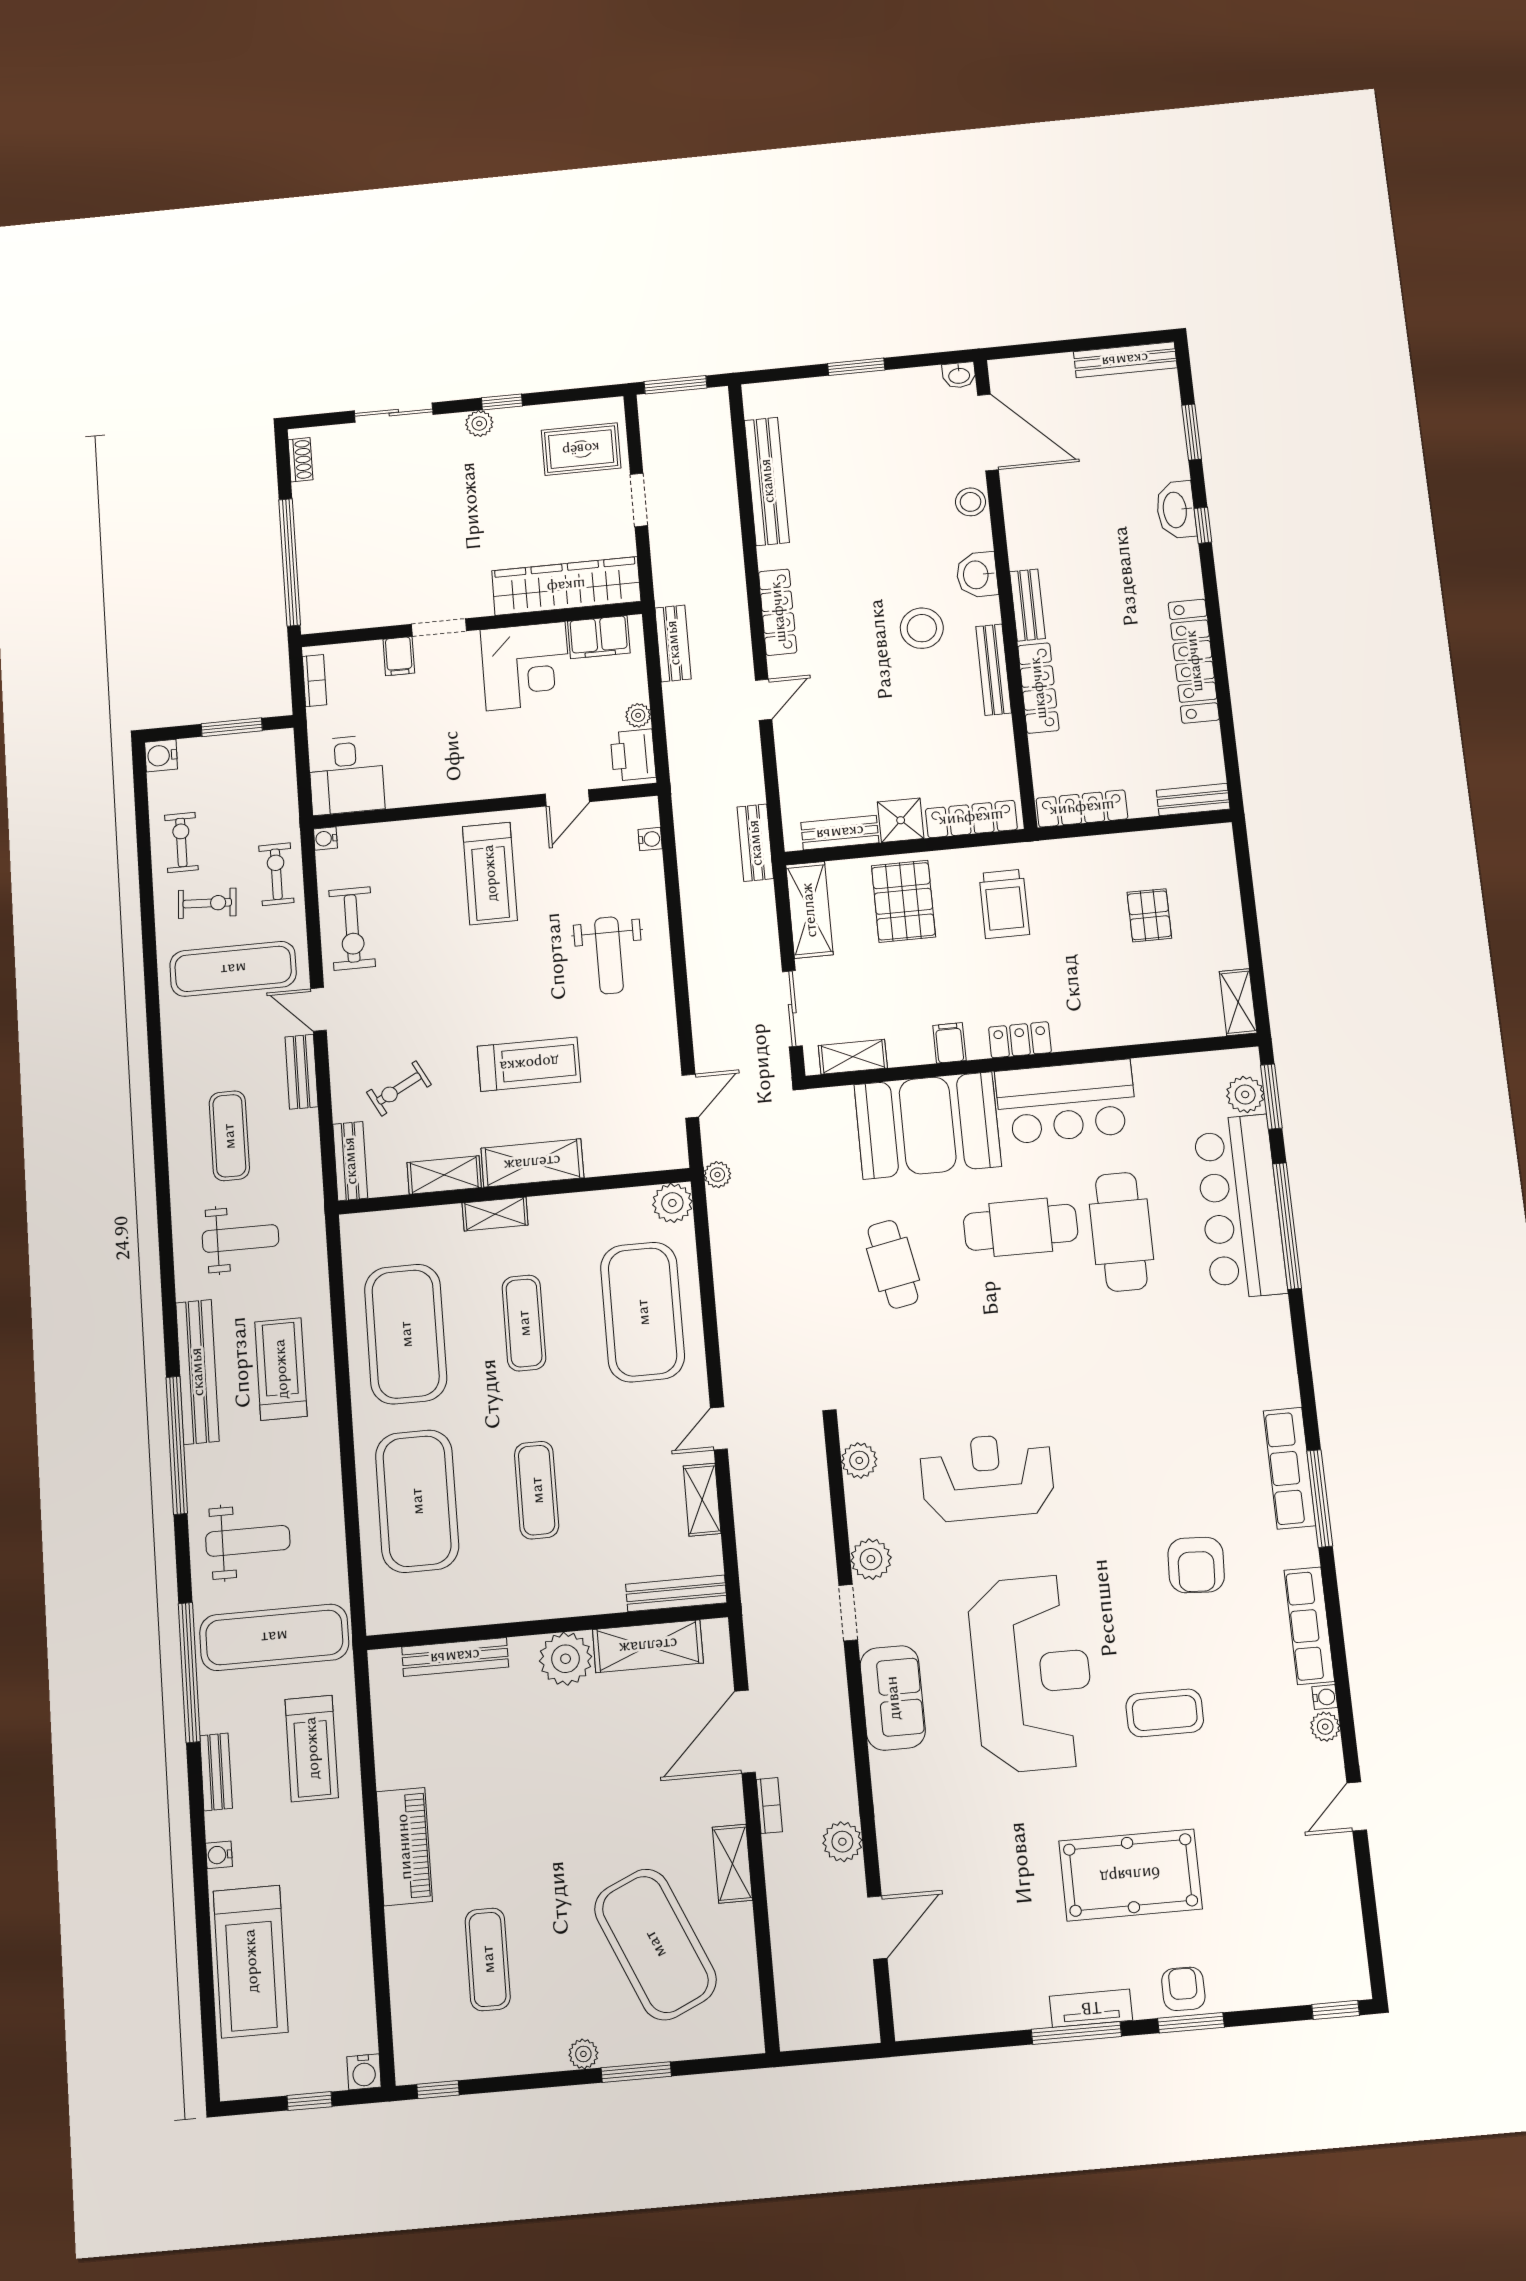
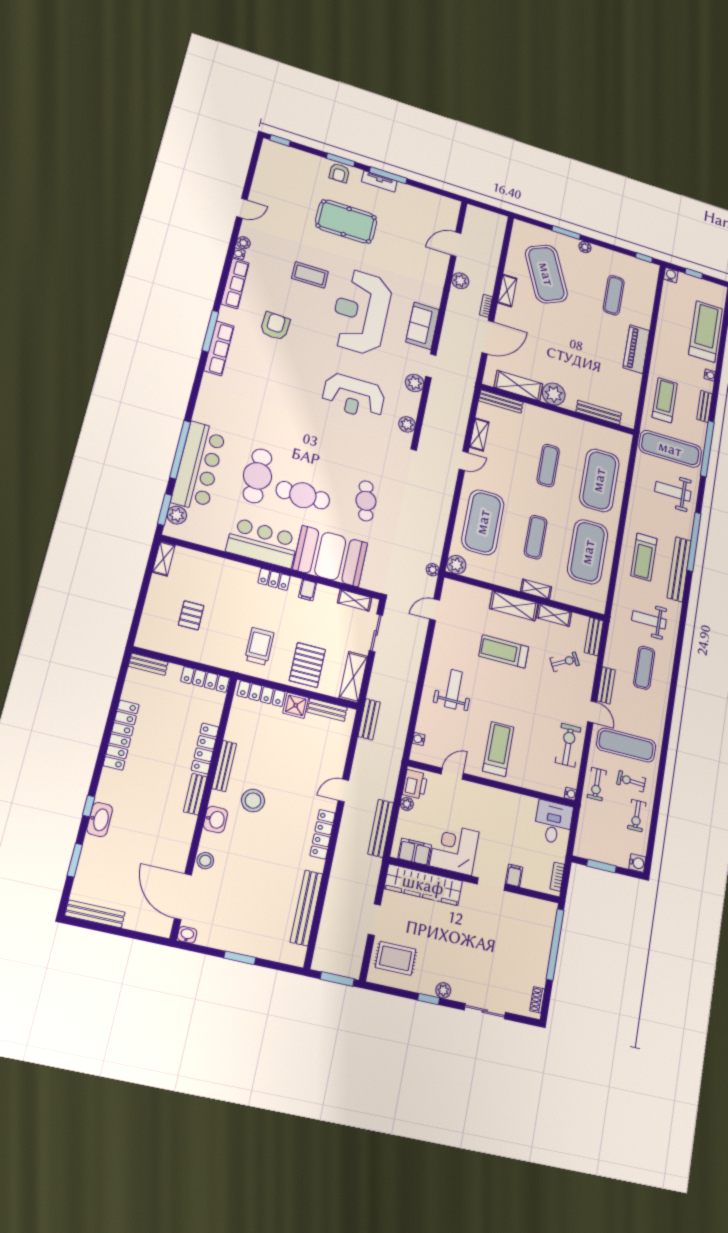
bench: (673, 643) -> (381, 828), width x1.36

